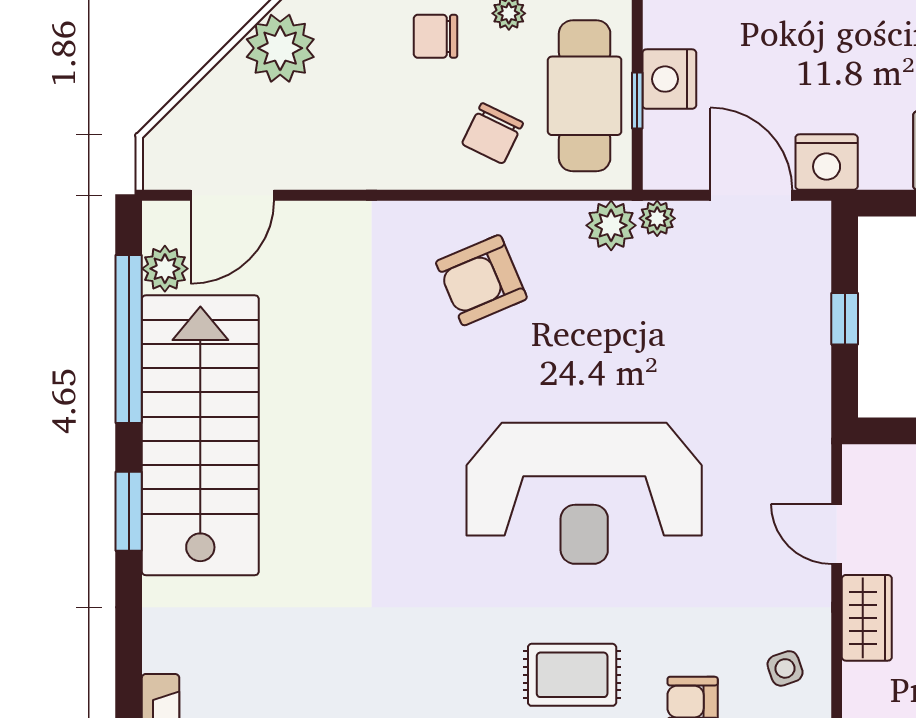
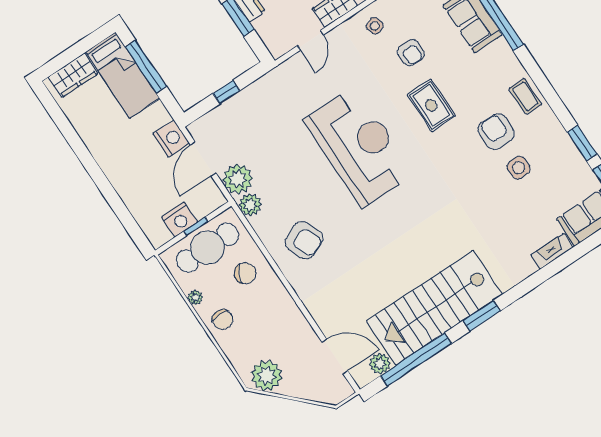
plant: (657, 218) -> (238, 179), width x1.87, depth x1.87

